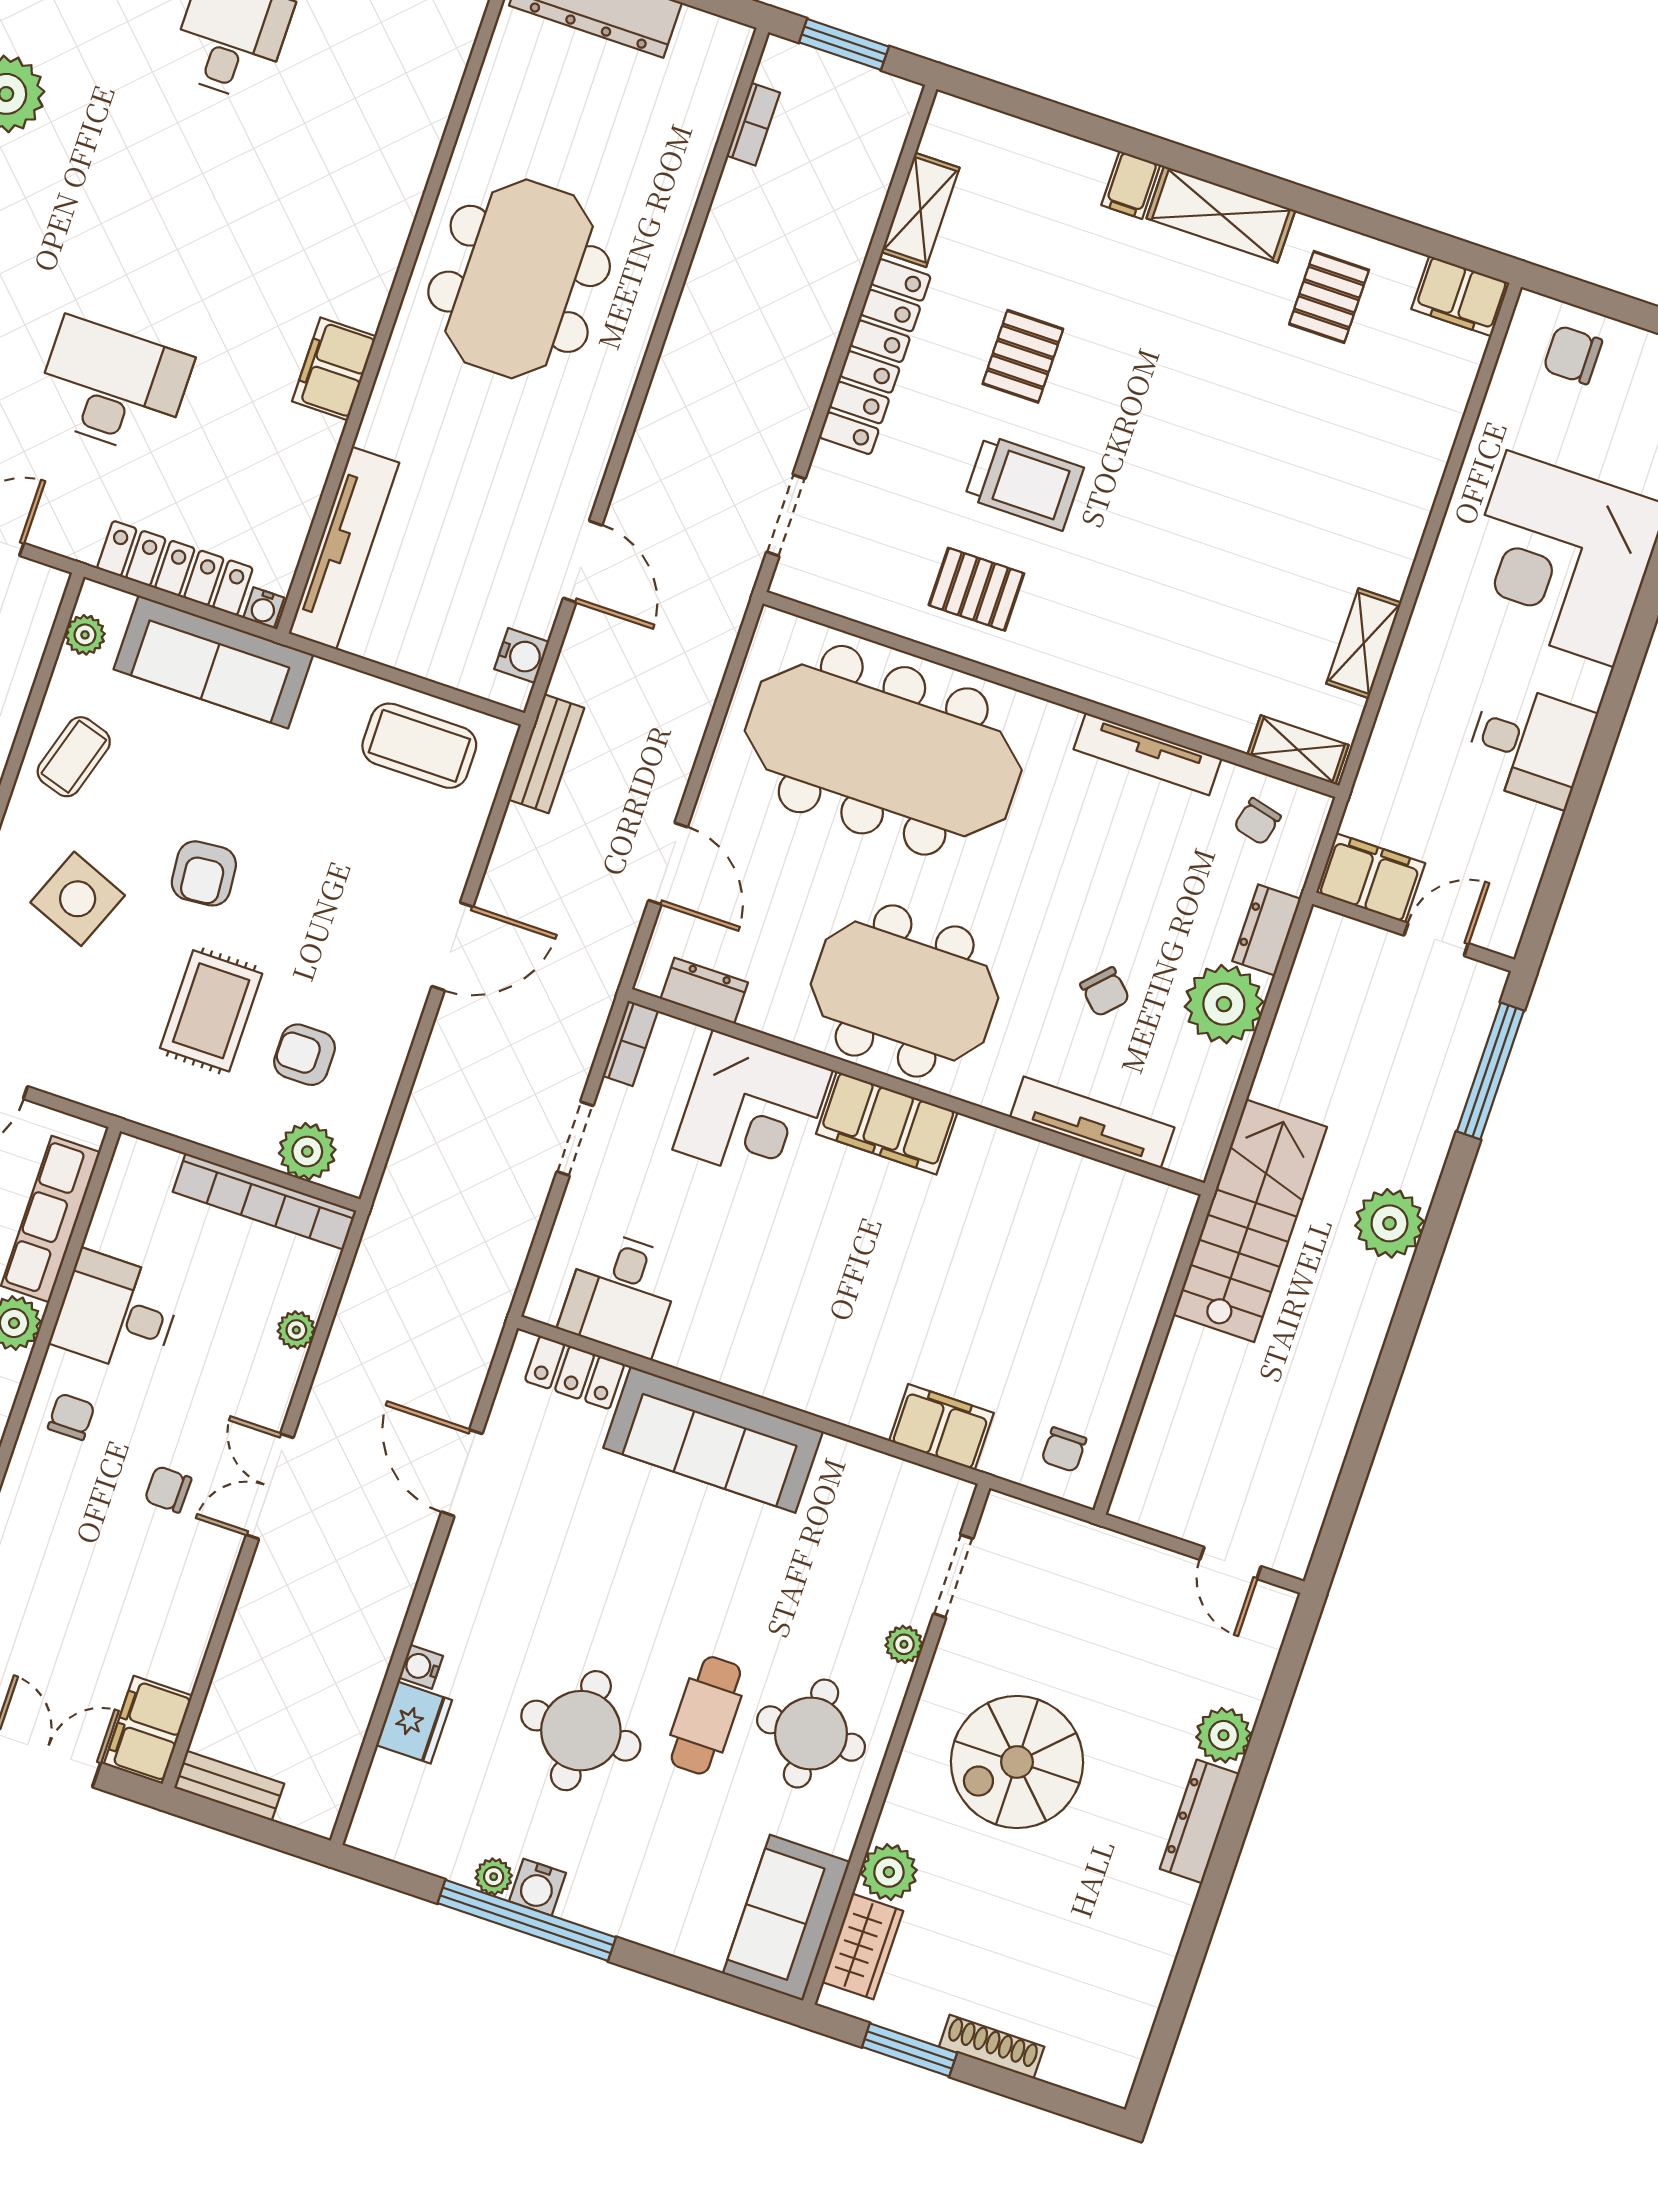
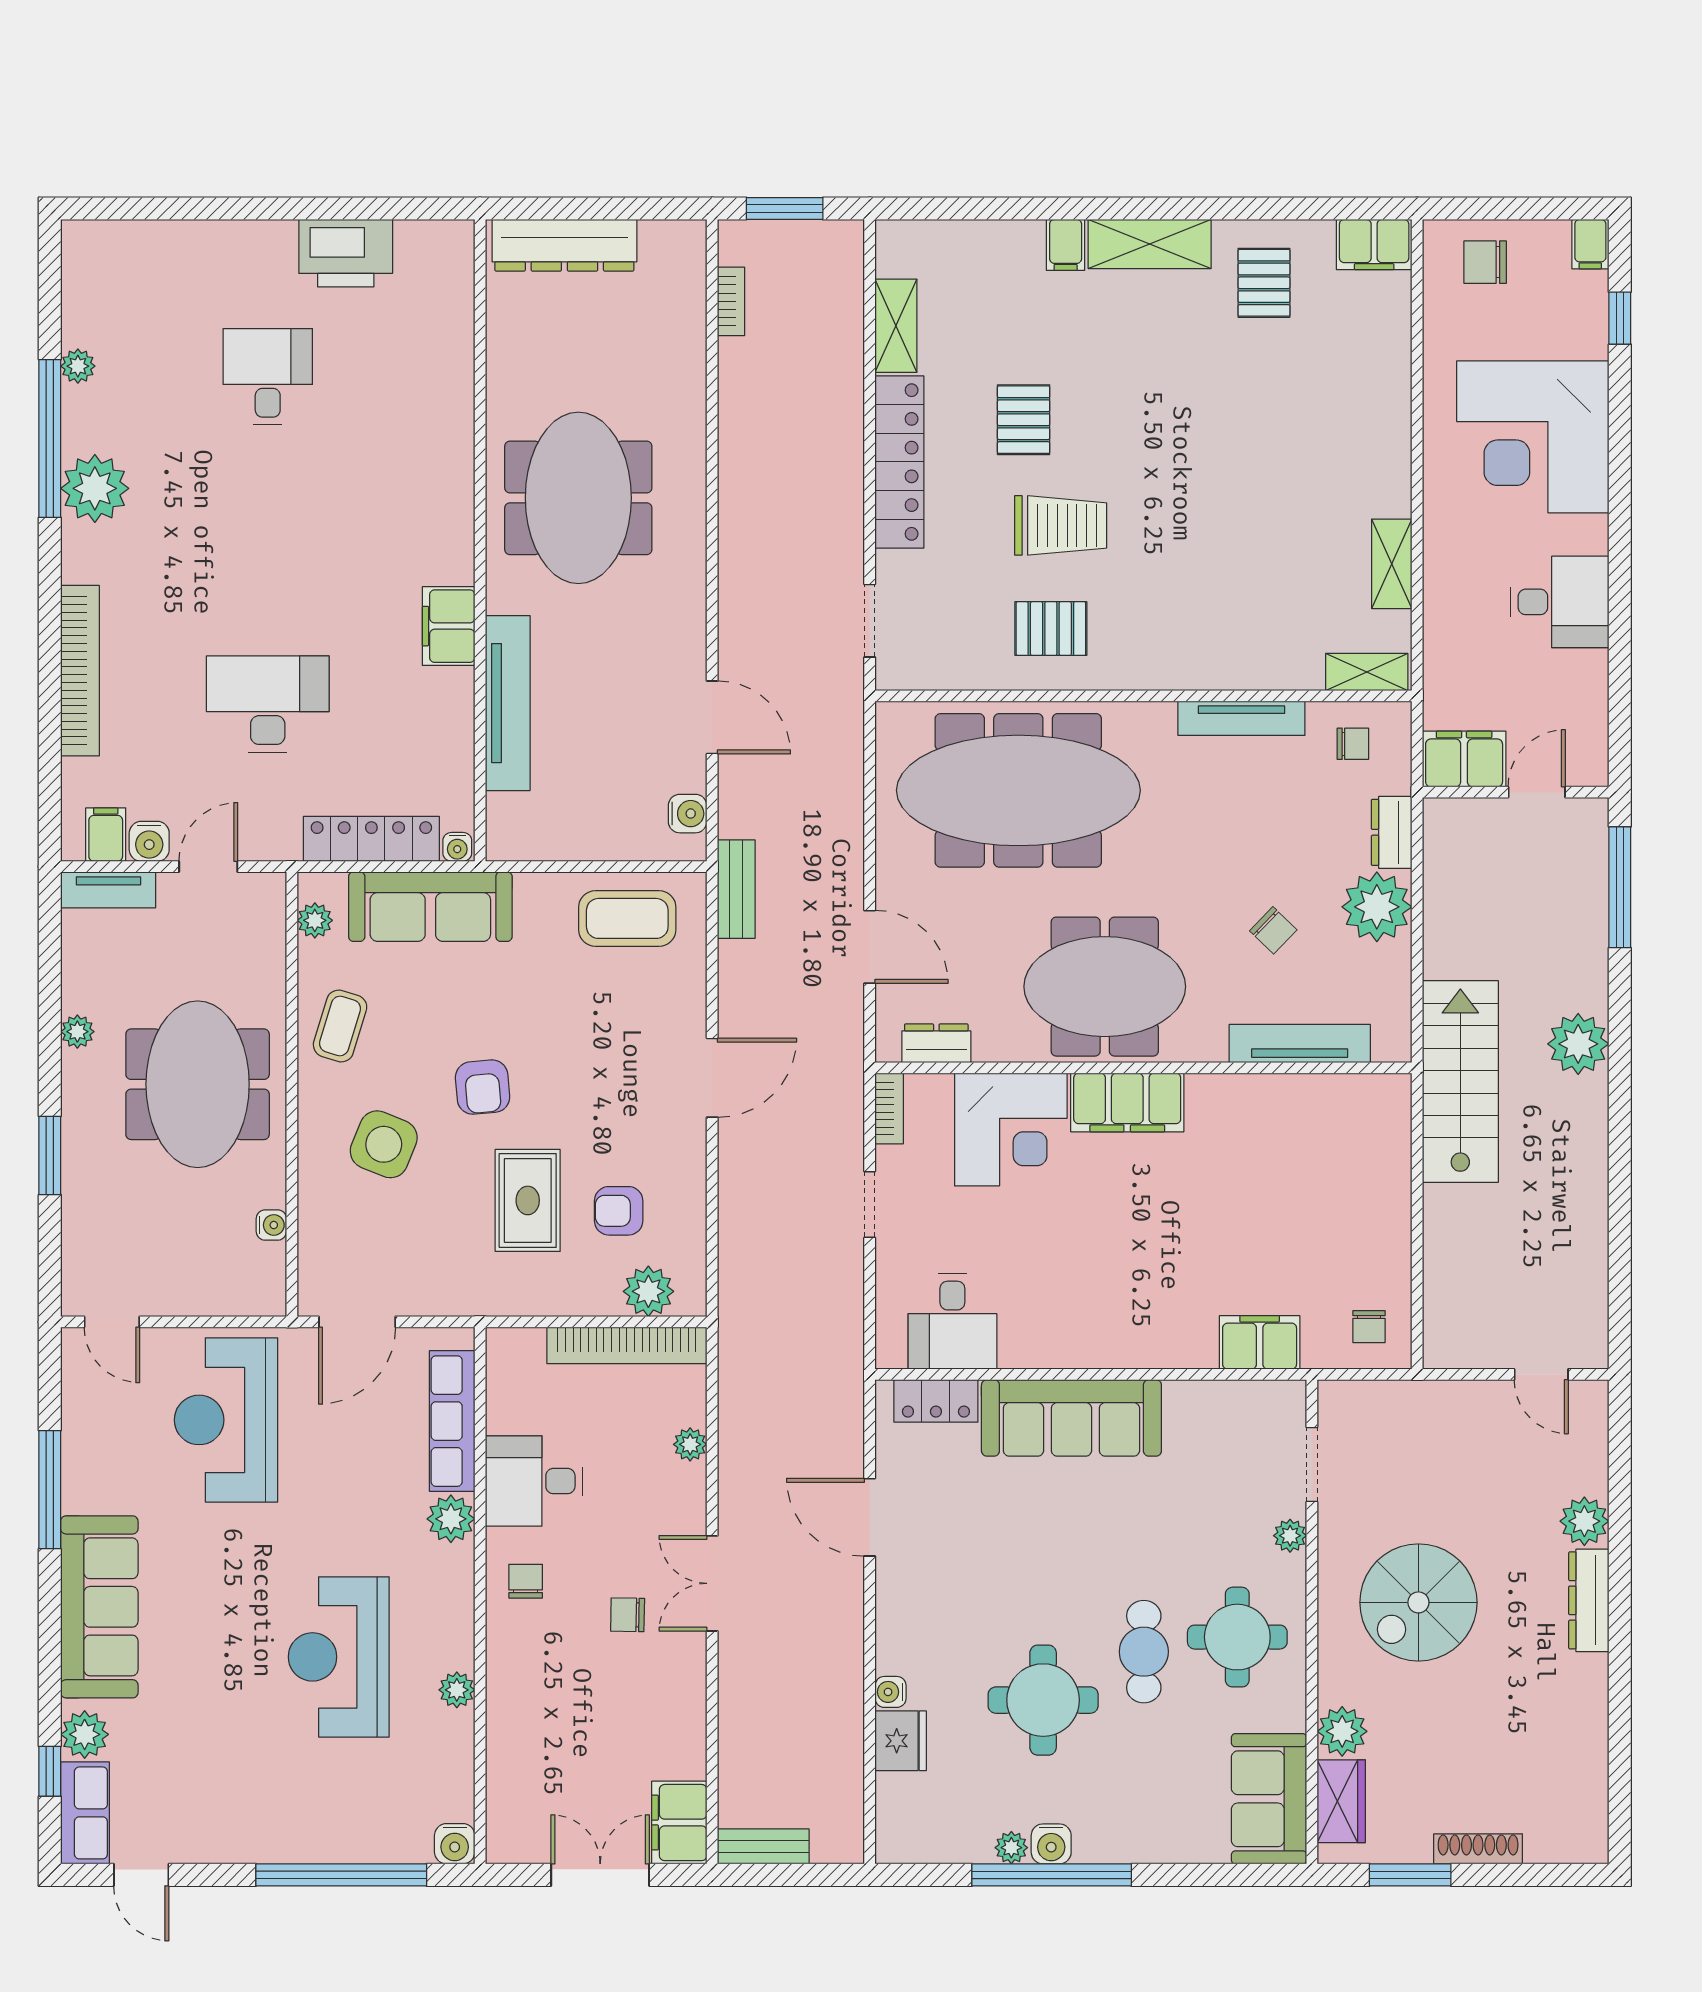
tv unit: (344, 548) -> (508, 703), moved
chair: (1257, 821) -> (1353, 744), turned -104

